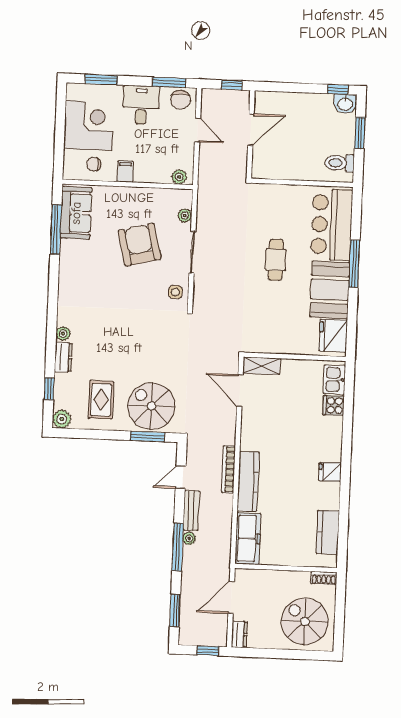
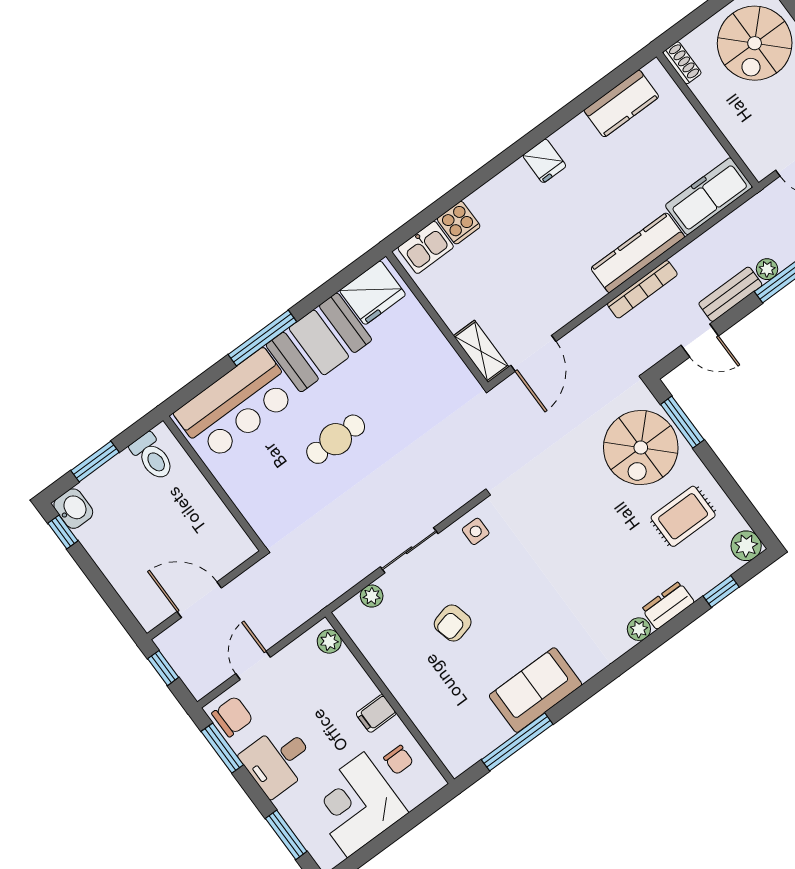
sofa: (76, 213) -> (535, 690), moved
armchair: (140, 245) -> (453, 623), width x0.53, depth x0.53

